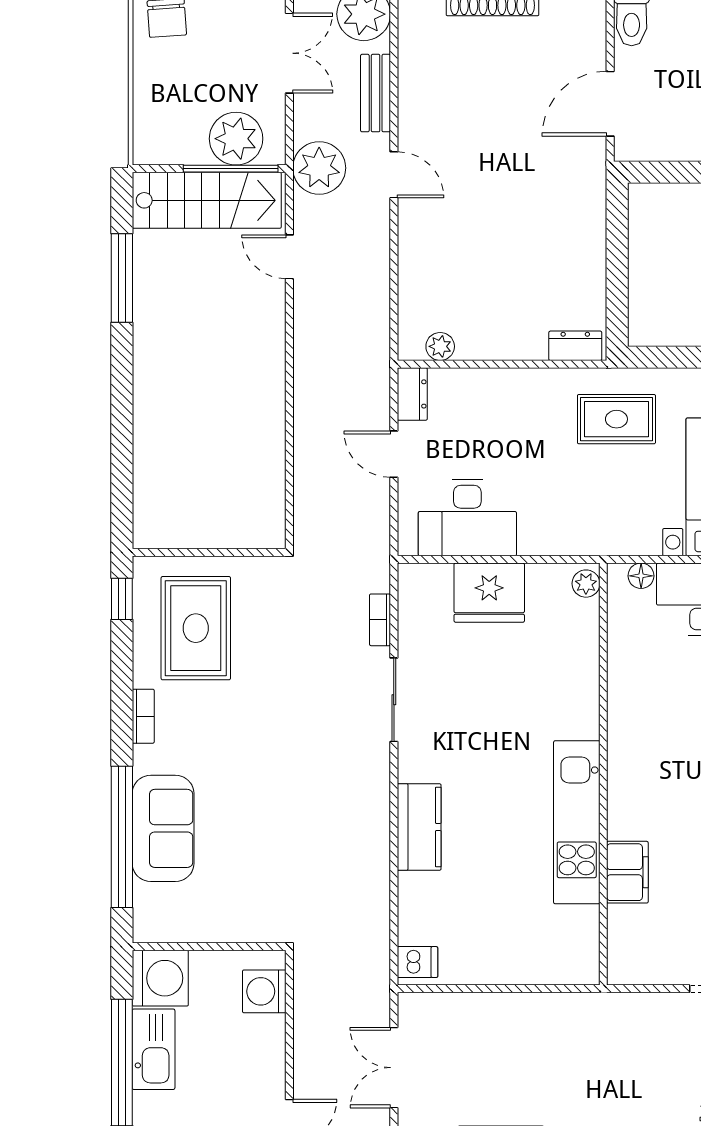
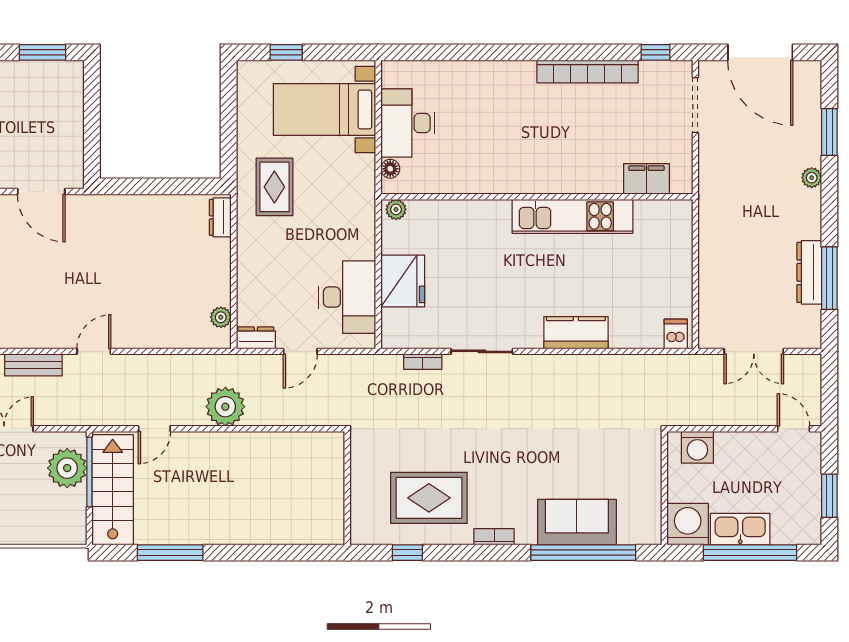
plant: (319, 168) -> (225, 407), moved
wall: (209, 552) -> (347, 488), moved
filing cabinet: (627, 872) -> (646, 179), moved

